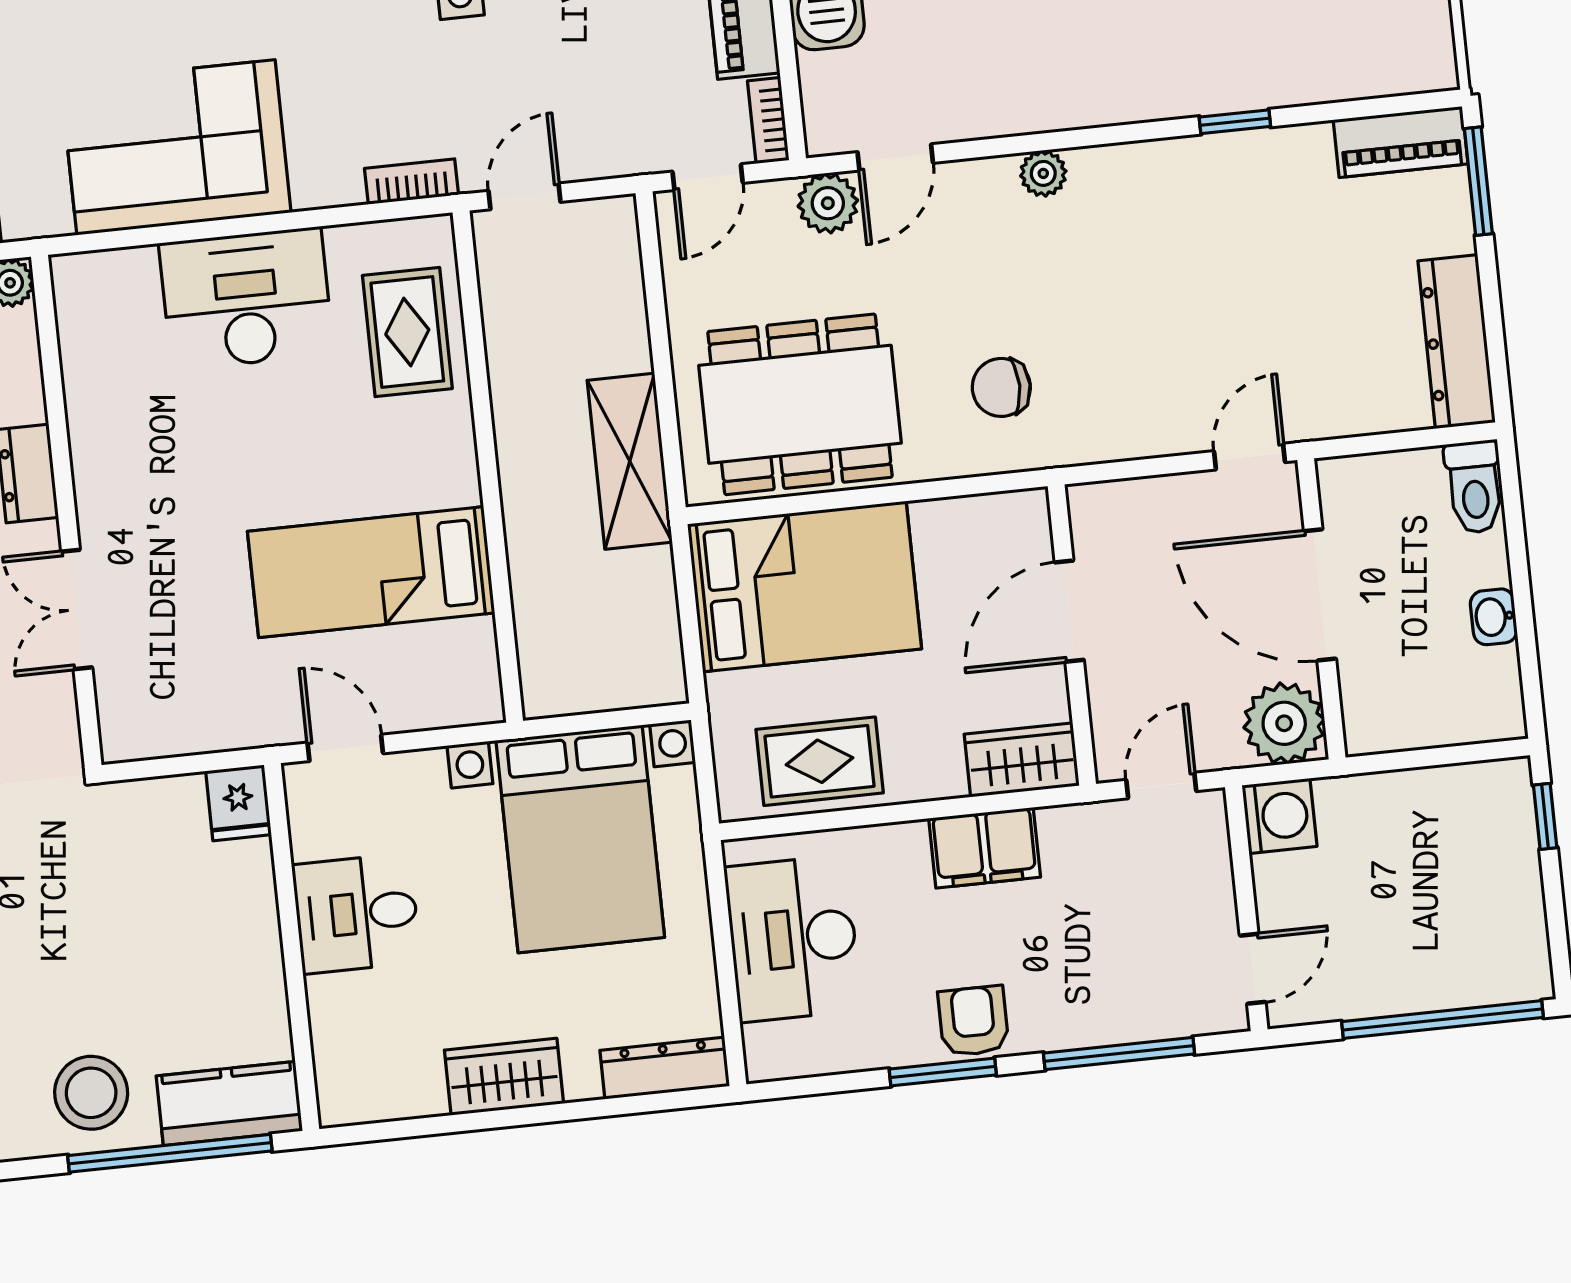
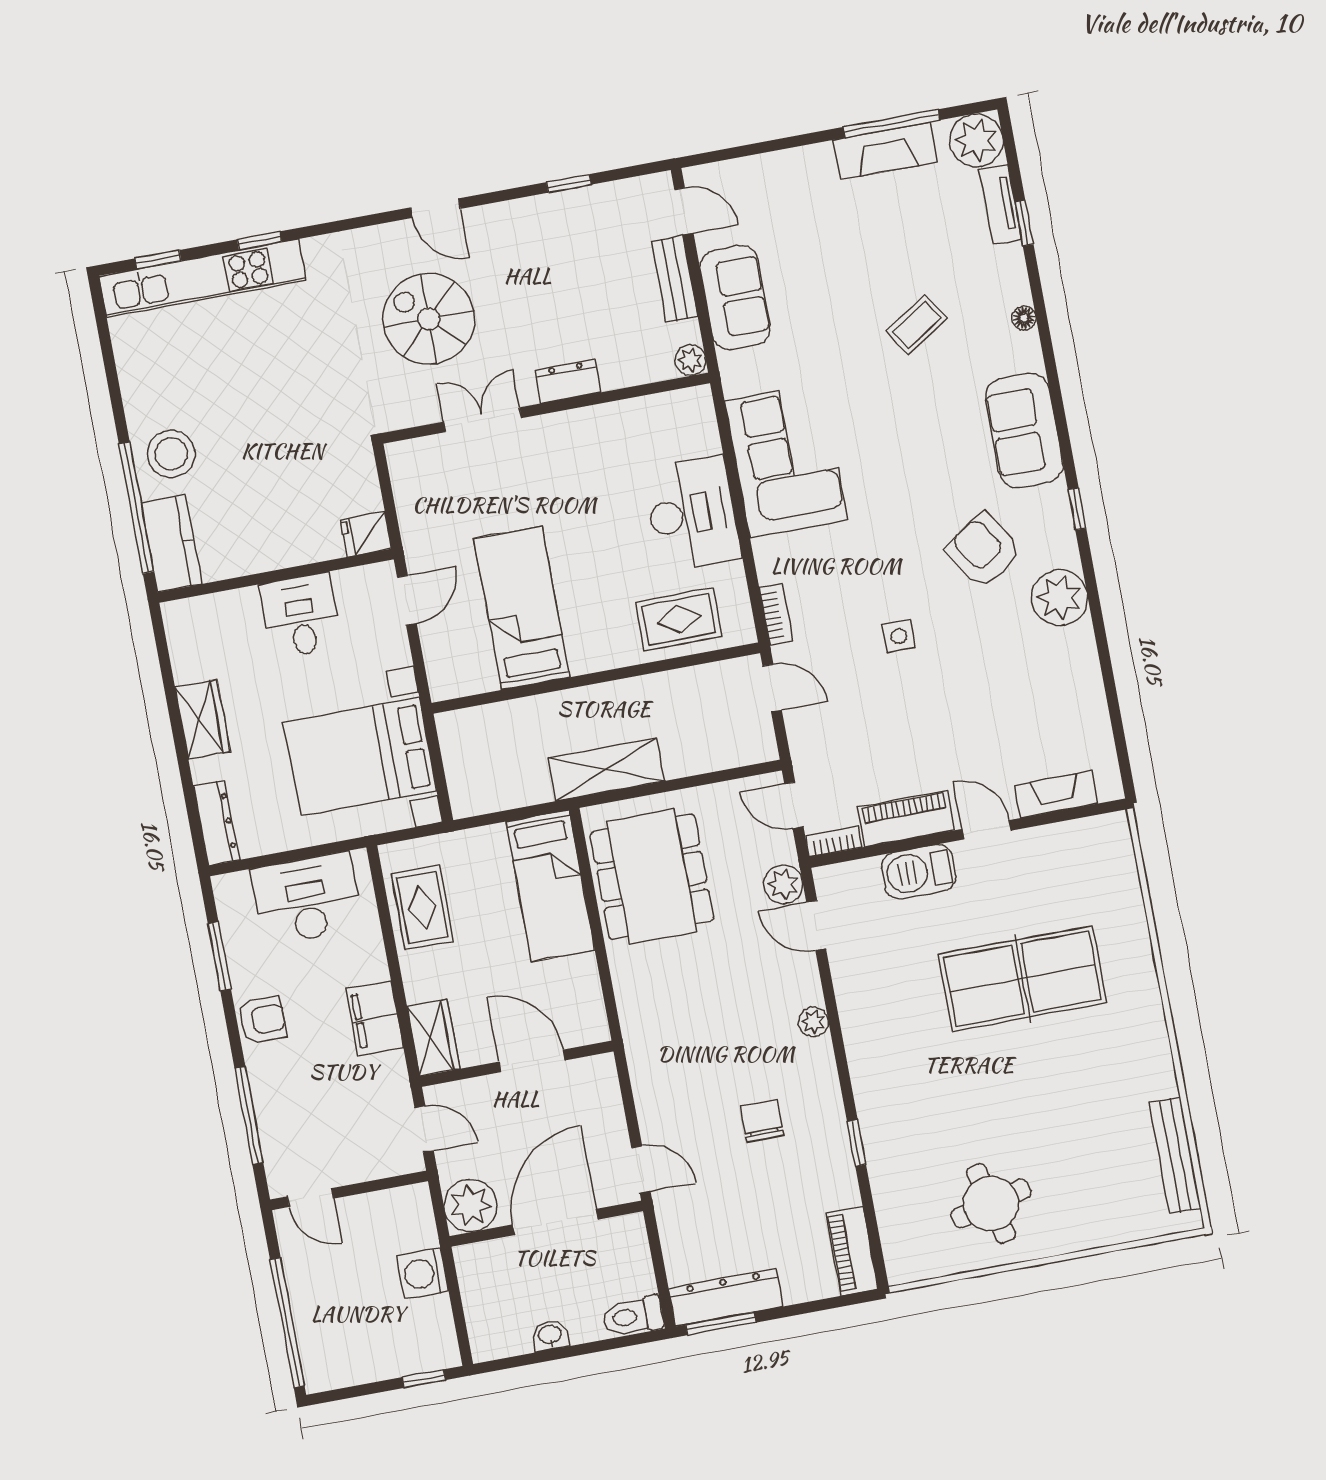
window: (1478, 181) -> (721, 1324), moved
chair: (1001, 387) -> (762, 1121), moved
bed: (804, 586) -> (550, 886), width x0.67
washing machine: (1279, 816) -> (423, 1273), moved, turned 90
window: (943, 1072) -> (219, 956), moved

